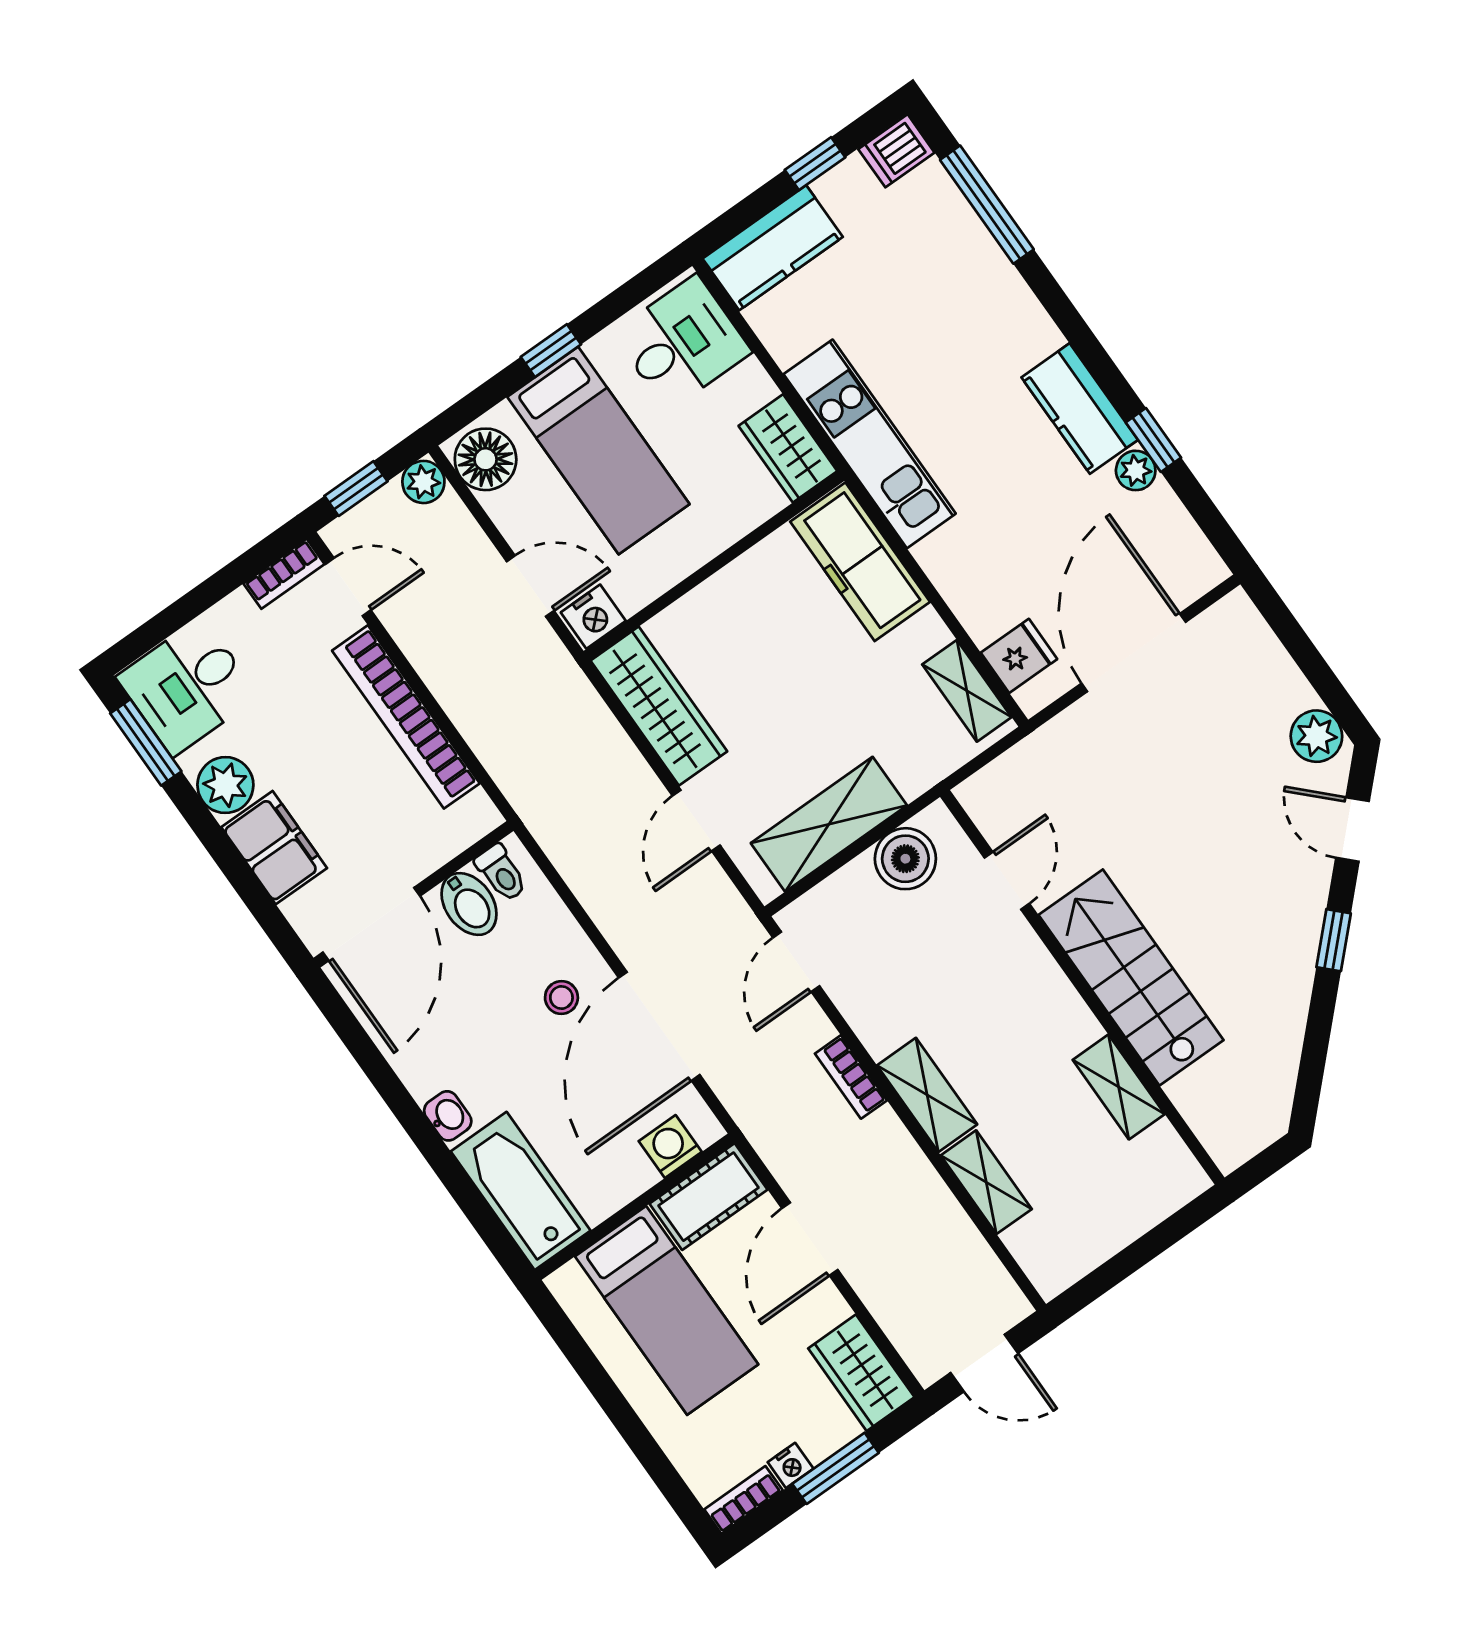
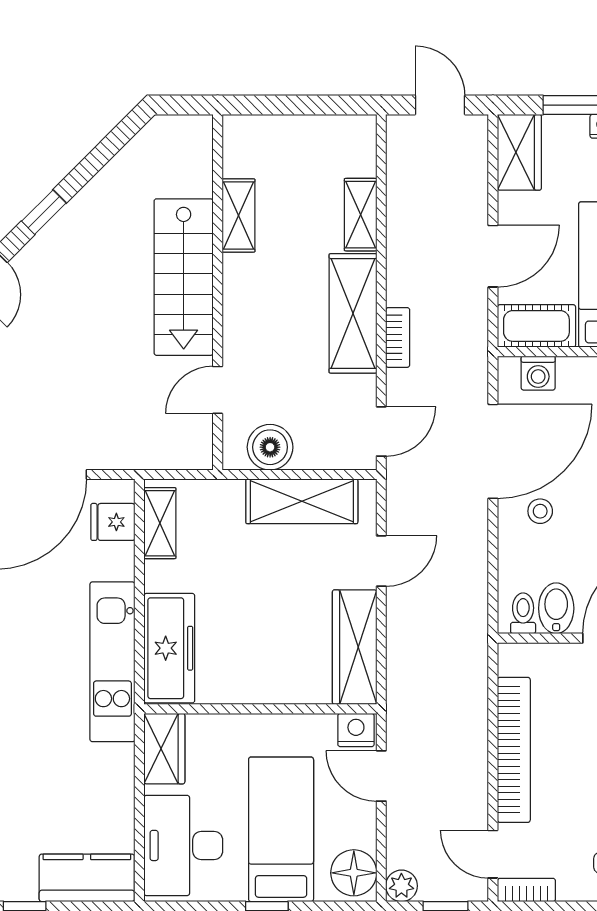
desk: (682, 343) -> (183, 845), width x1.37
kitchen unit: (870, 444) -> (112, 662), moved
shelving: (927, 1095) -> (353, 313), width x1.50, depth x1.33

